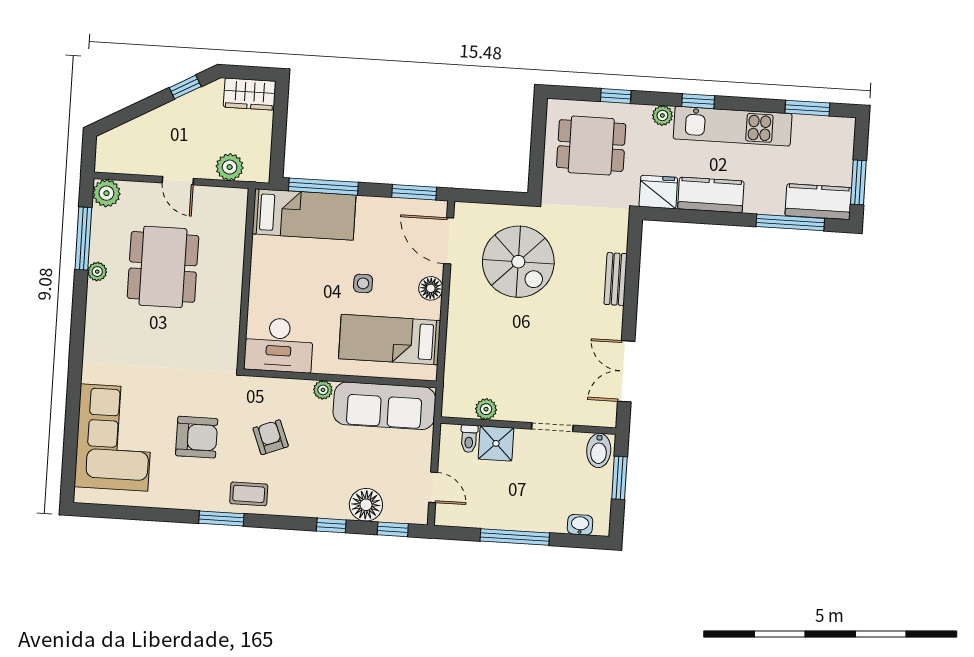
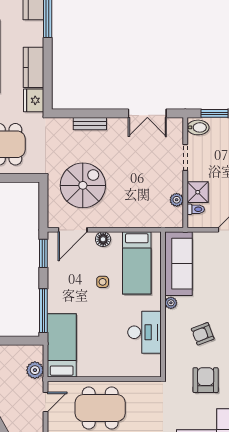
bed: (304, 214) -> (62, 345), moved
wall: (246, 279) -> (104, 379), moved

